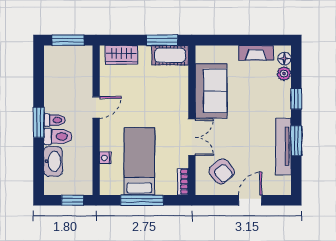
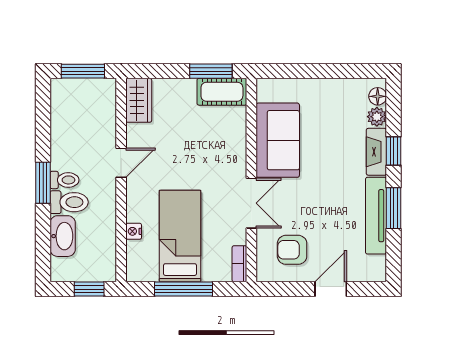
fireplace: (256, 53) -> (376, 152), moved, turned 90
wardrobe: (121, 55) -> (139, 100), moved, turned -90
armchair: (222, 171) -> (292, 250), turned 131

